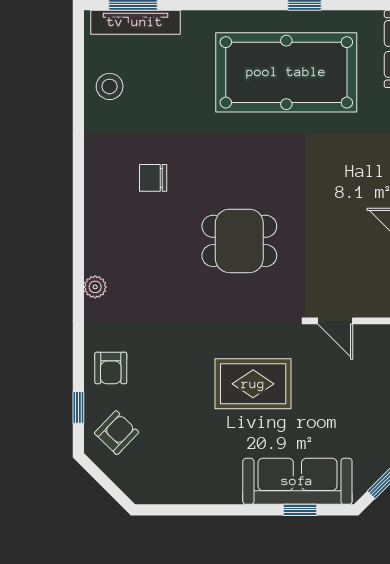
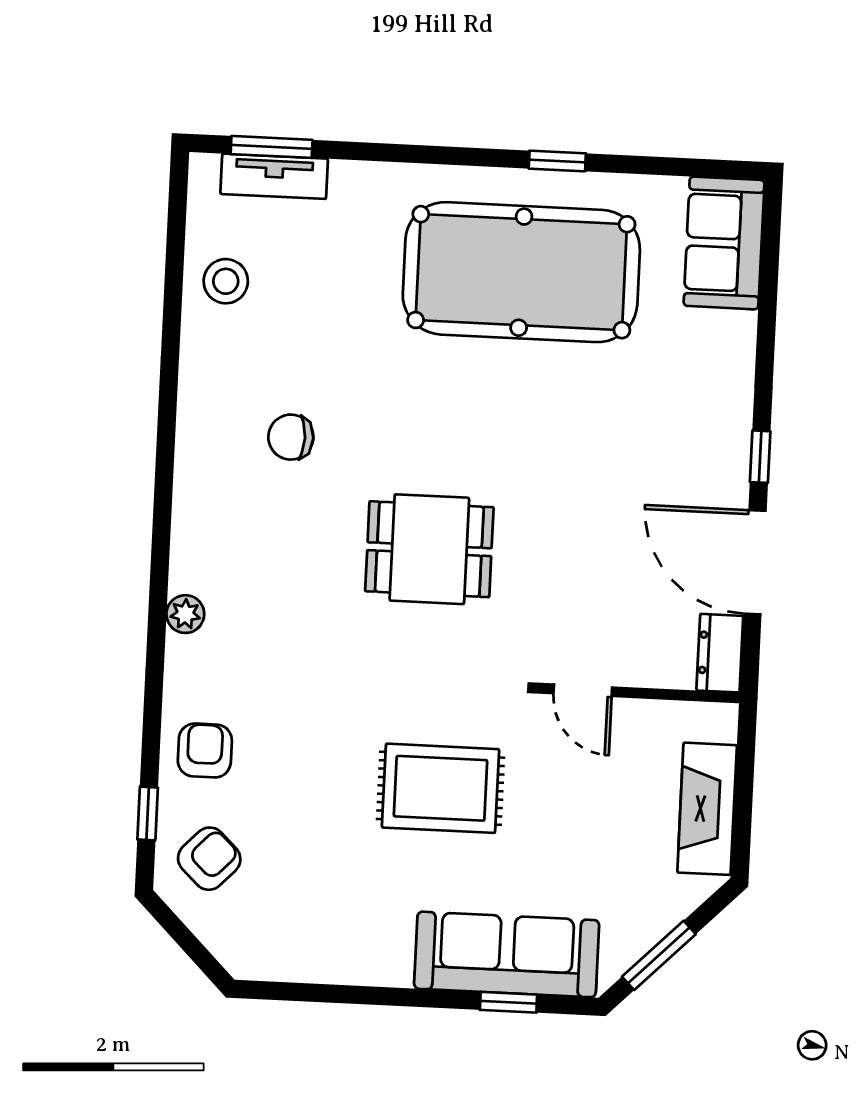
tv unit: (135, 22) -> (274, 176), width x0.71
armchair: (111, 368) -> (205, 750), turned 180

